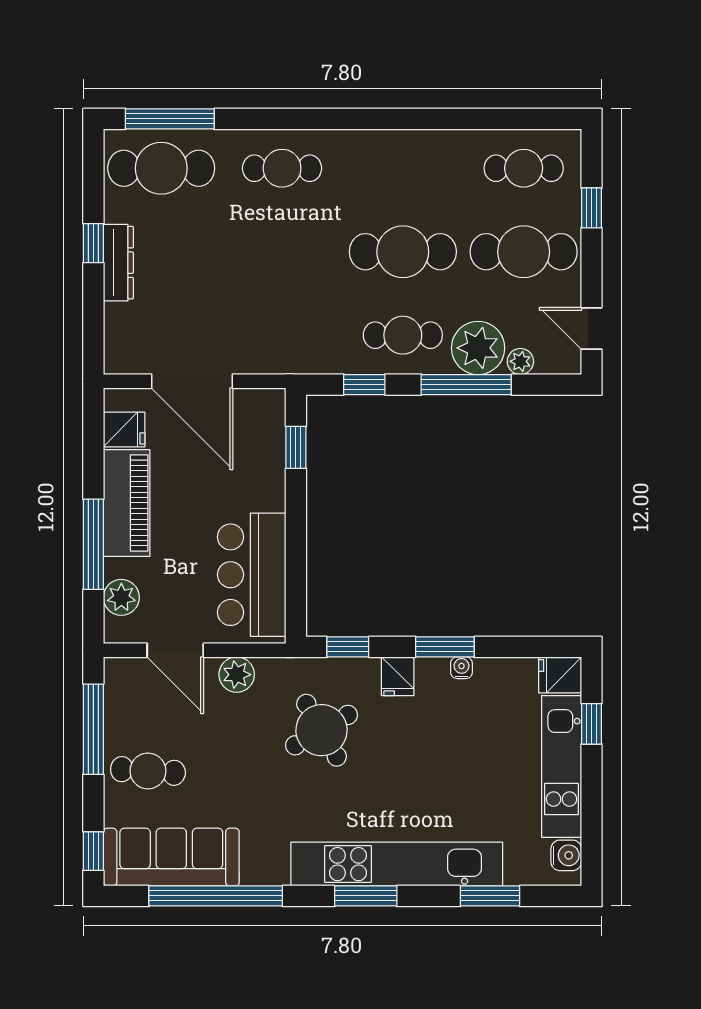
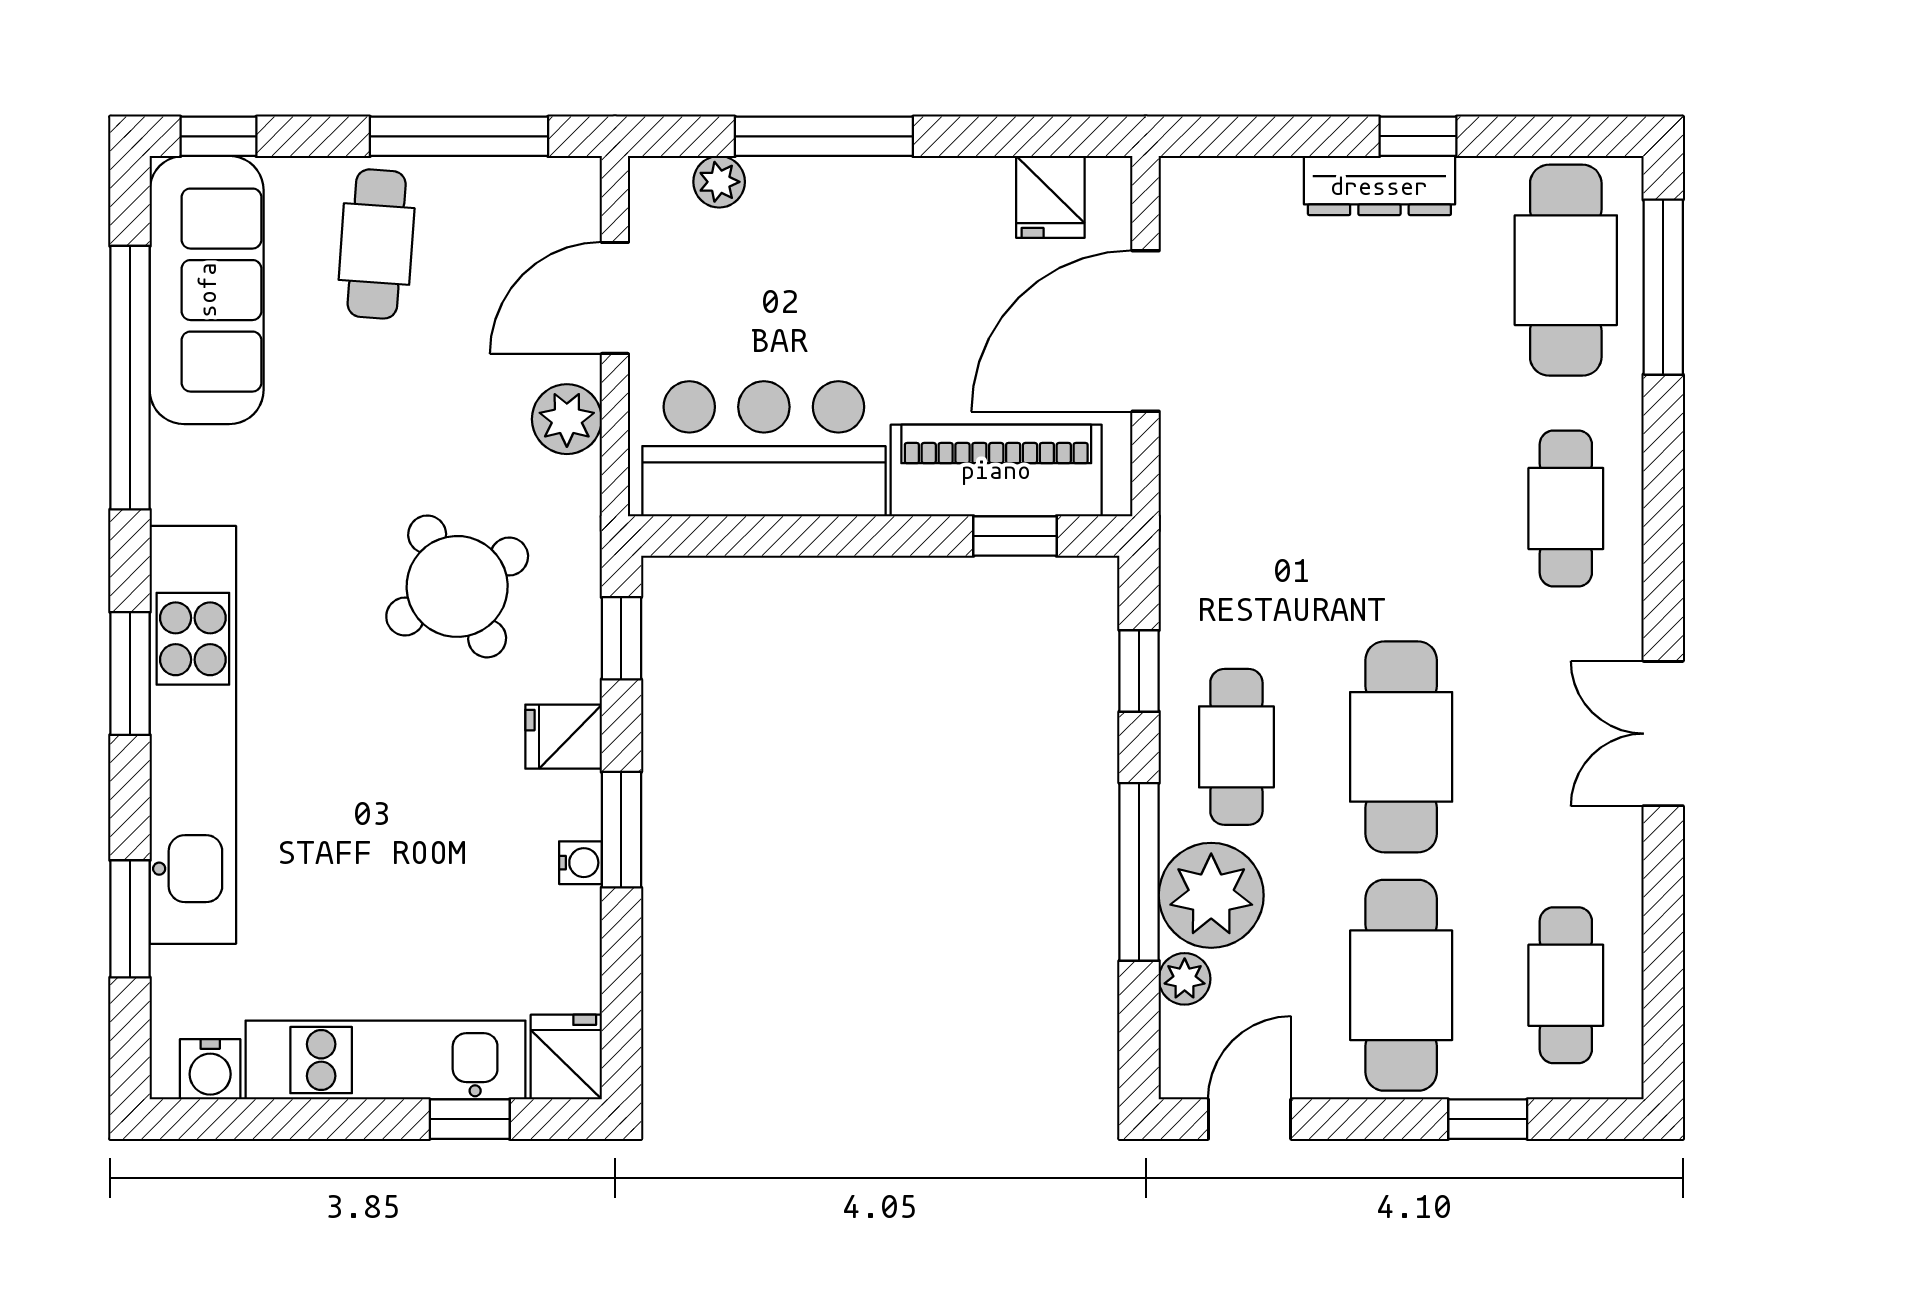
double door: (396, 119) -> (1663, 734), added
piano: (127, 503) -> (996, 470), moved, turned 180
plant: (121, 597) -> (719, 182), width x0.73, depth x0.73

